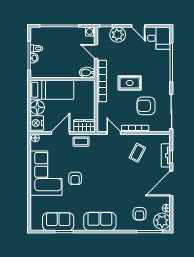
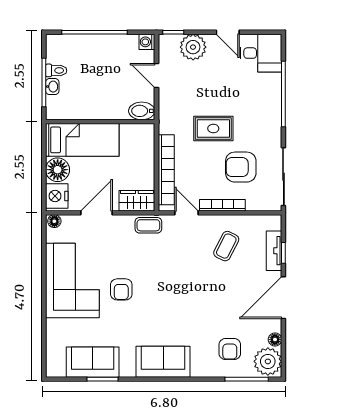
bookcase: (102, 81) -> (166, 170), moved
coffee table: (81, 142) -> (148, 225), moved

